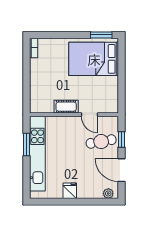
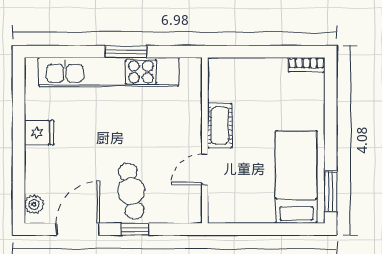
bed: (94, 59) -> (296, 177), width x0.67
cot: (66, 107) -> (220, 126), moved
wall: (74, 115) -> (205, 140), moved
door: (90, 115) -> (205, 169), moved

